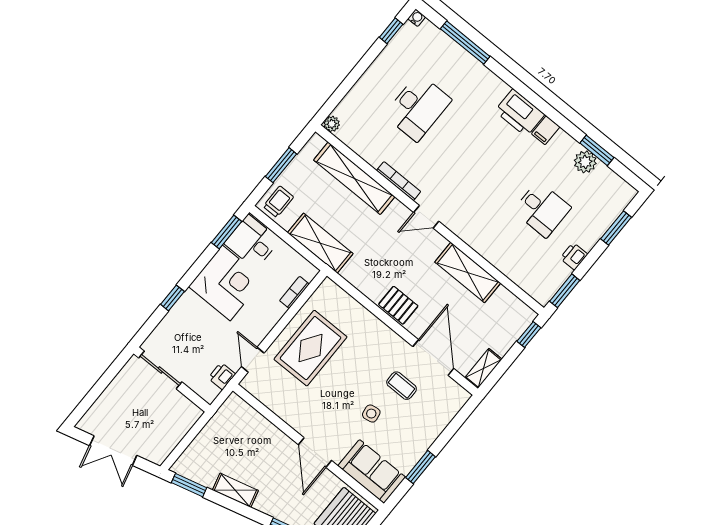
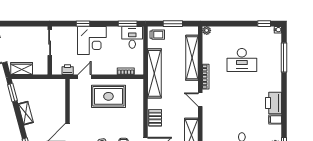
shelving: (320, 243) -> (154, 73), width x1.47
corner desk: (226, 283) -> (92, 40), moved
wardrobe: (165, 443) -> (22, 69), added

